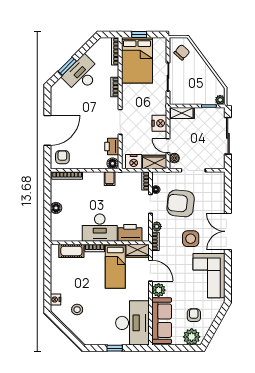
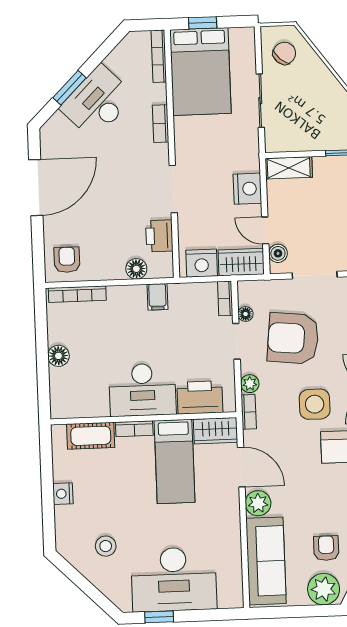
door: (47, 130) -> (36, 188), moved
floor lamp: (113, 163) -> (136, 269), moved
nightstand: (55, 299) -> (63, 494), moved
desk: (132, 323) -> (174, 579), moved, turned 90
window: (115, 348) -> (159, 617), moved

